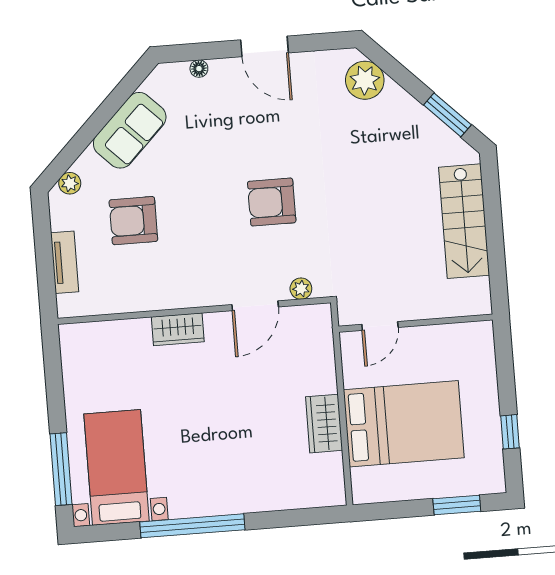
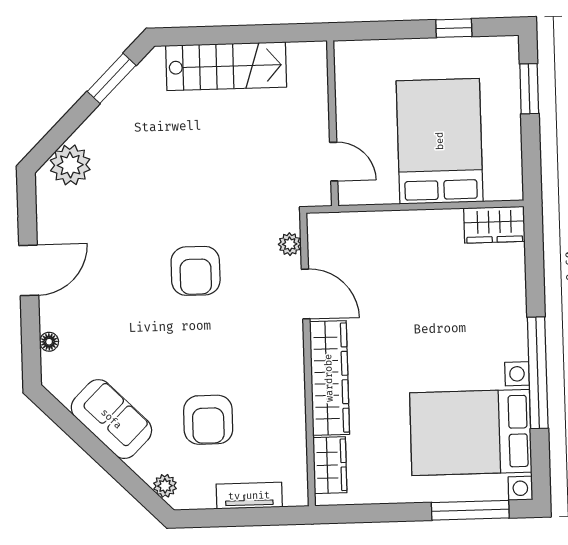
wardrobe: (178, 329) -> (329, 378), width x2.10, depth x1.17
wardrobe: (97, 336) -> (330, 465), added
wardrobe: (324, 424) -> (494, 225), moved
bed with nightstands: (116, 467) -> (471, 432), width x1.36

